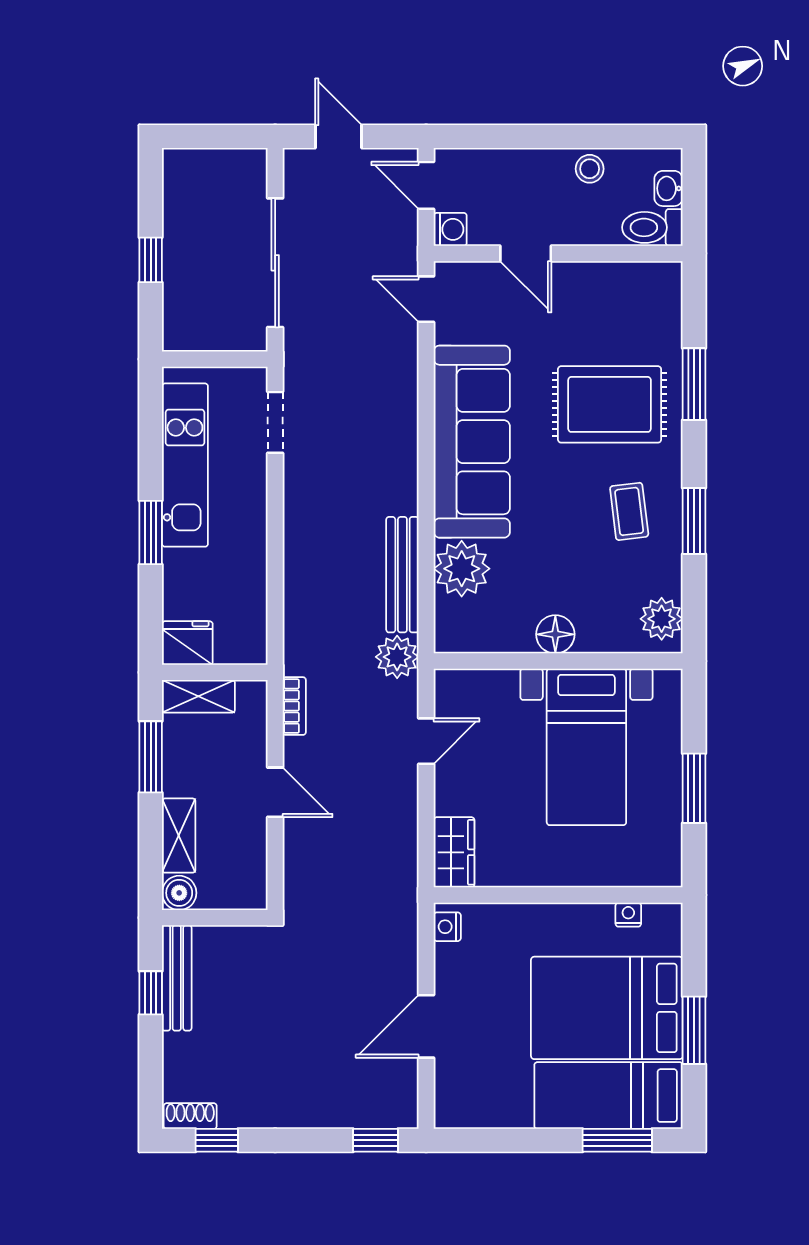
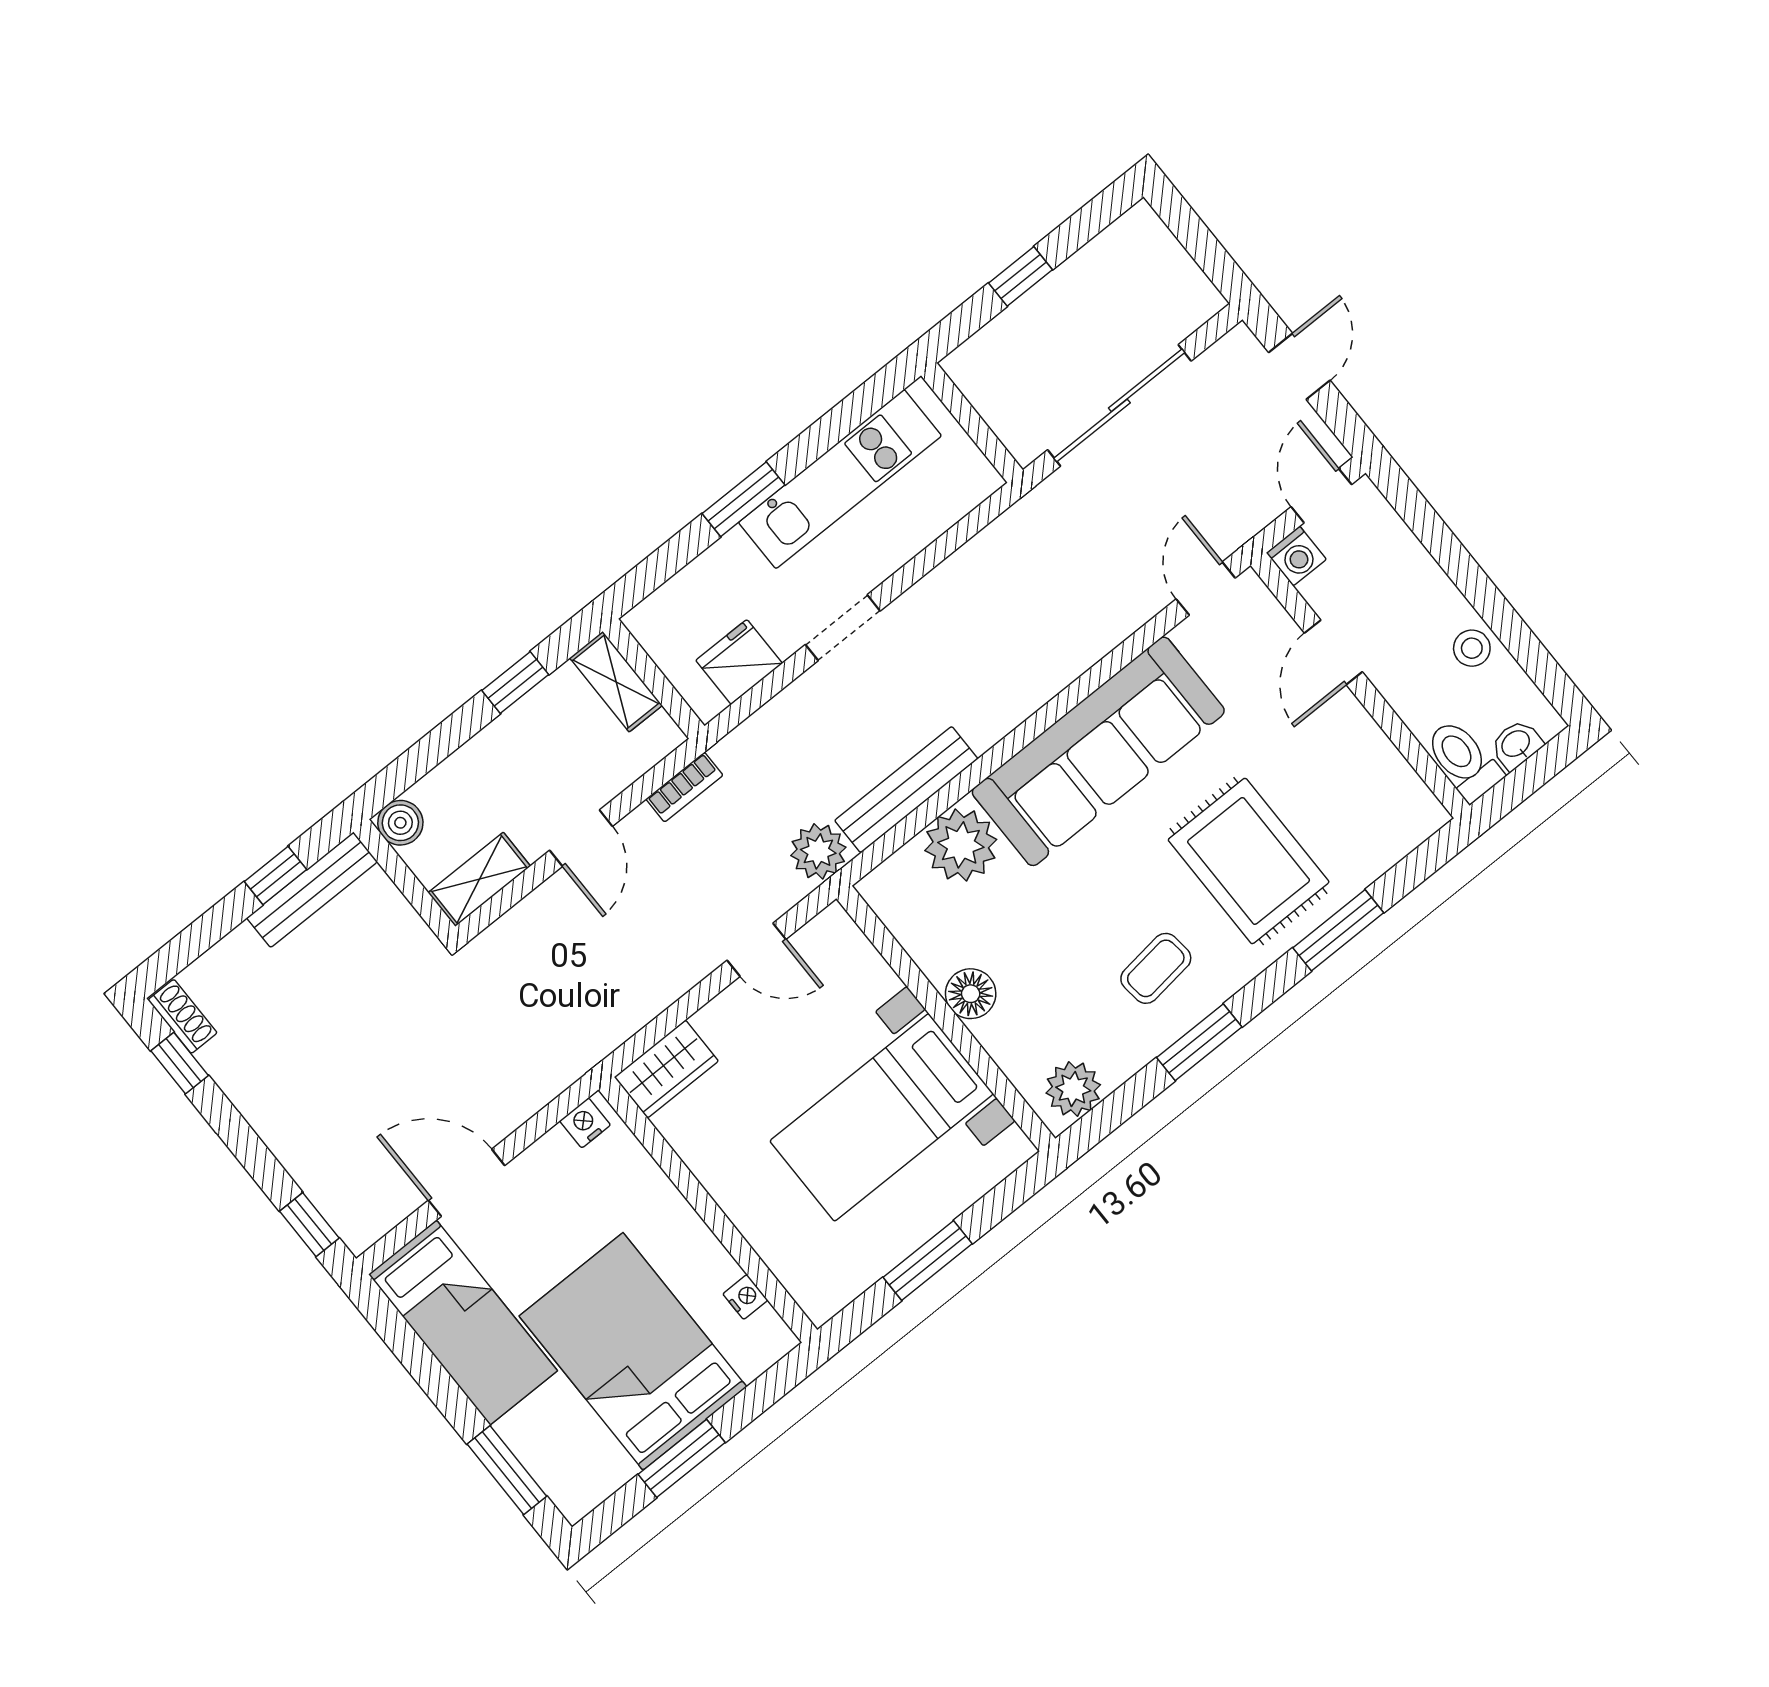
doorway: (275, 422) -> (843, 628), moved
fridge: (187, 643) -> (739, 662), moved, turned -90
window: (151, 757) -> (515, 683), width x0.67
shelving: (179, 836) -> (479, 879), moved
bed: (609, 1096) -> (463, 1323), moved, turned 180

